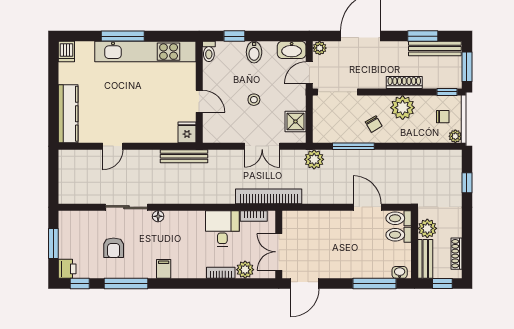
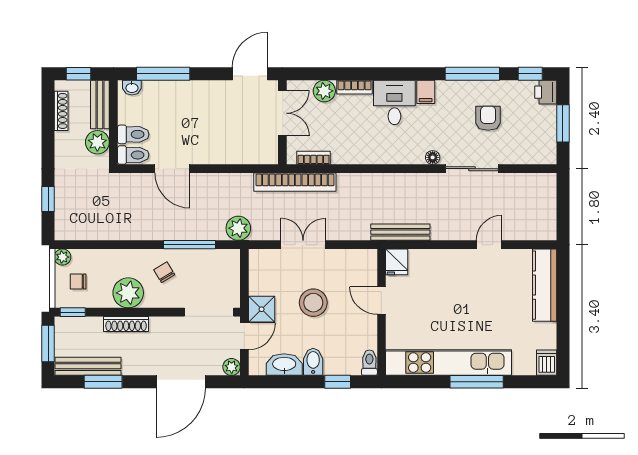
washbasin: (292, 50) -> (284, 365), moved
stool: (254, 100) -> (313, 303), width x1.89, depth x1.89
shower: (295, 121) -> (262, 309), moved
desk: (222, 229) -> (394, 102), moved, turned 180

